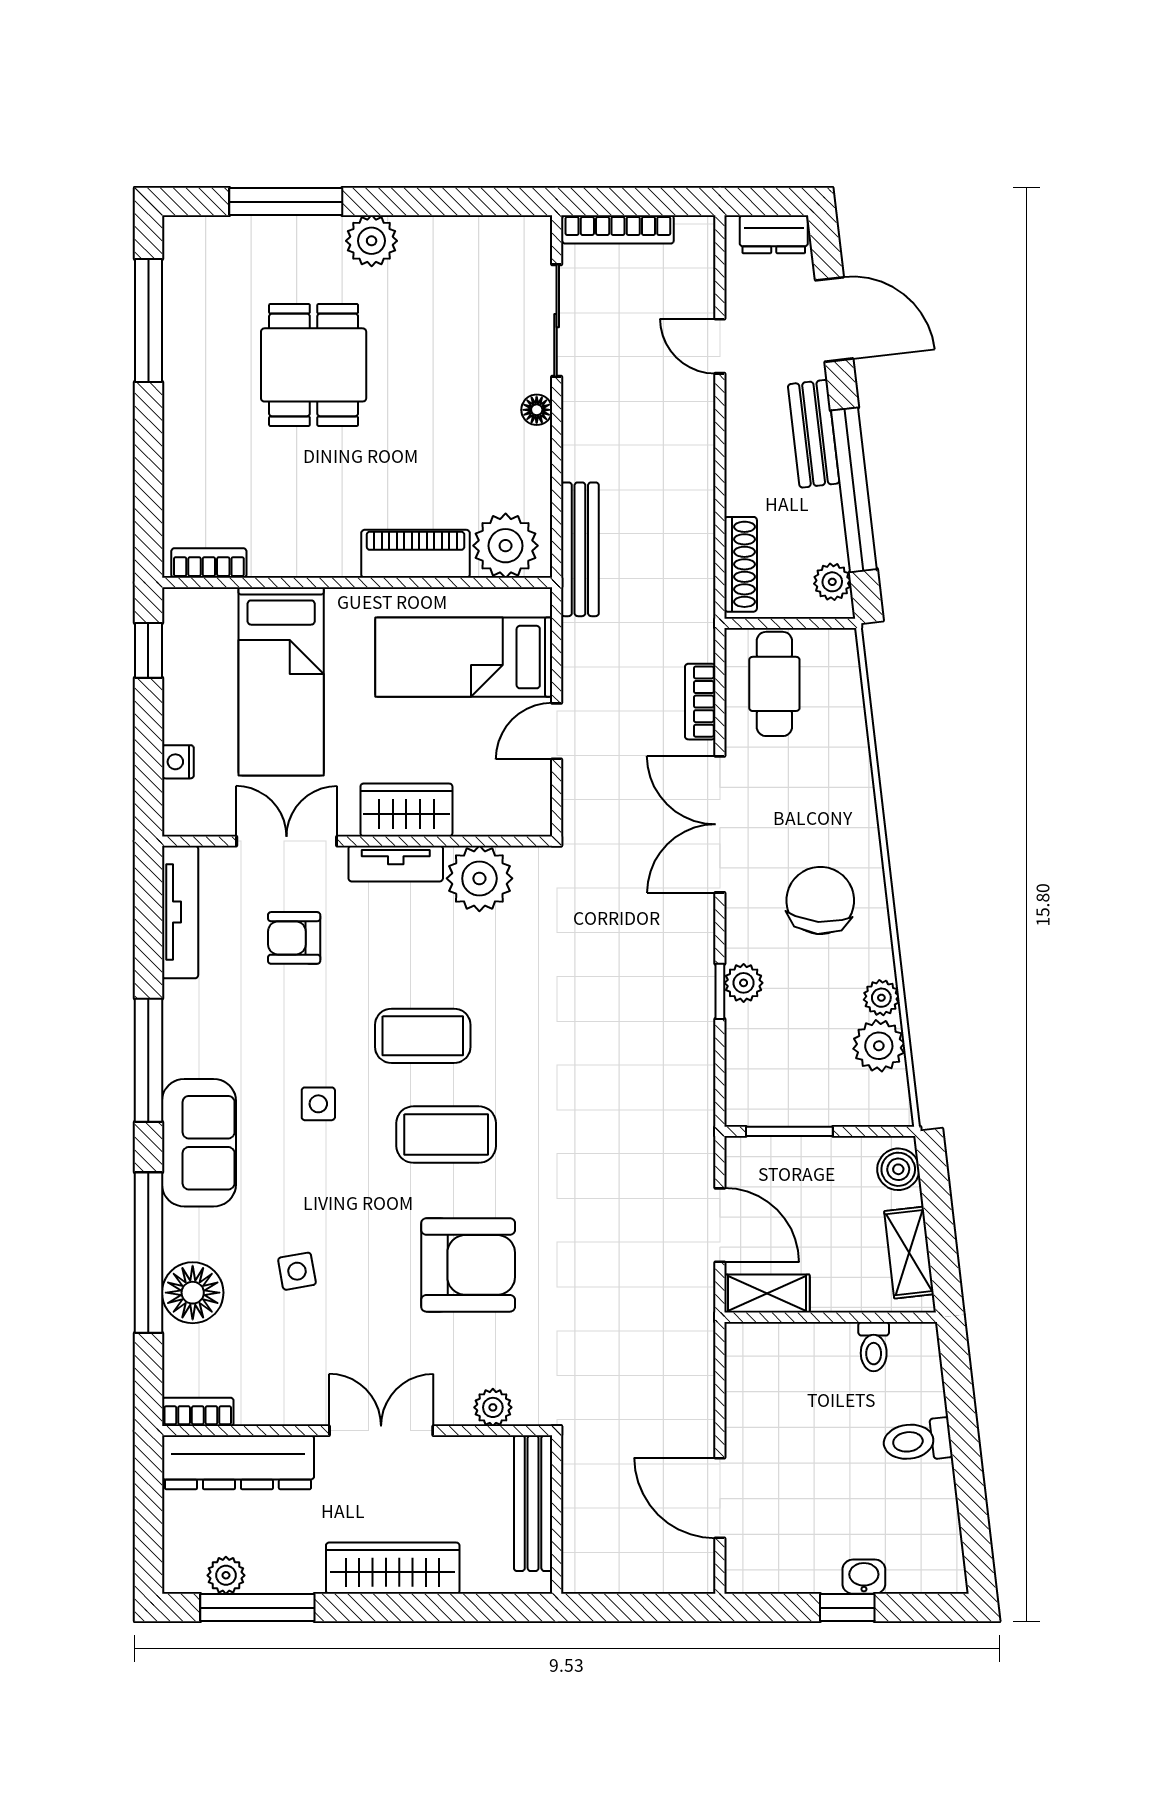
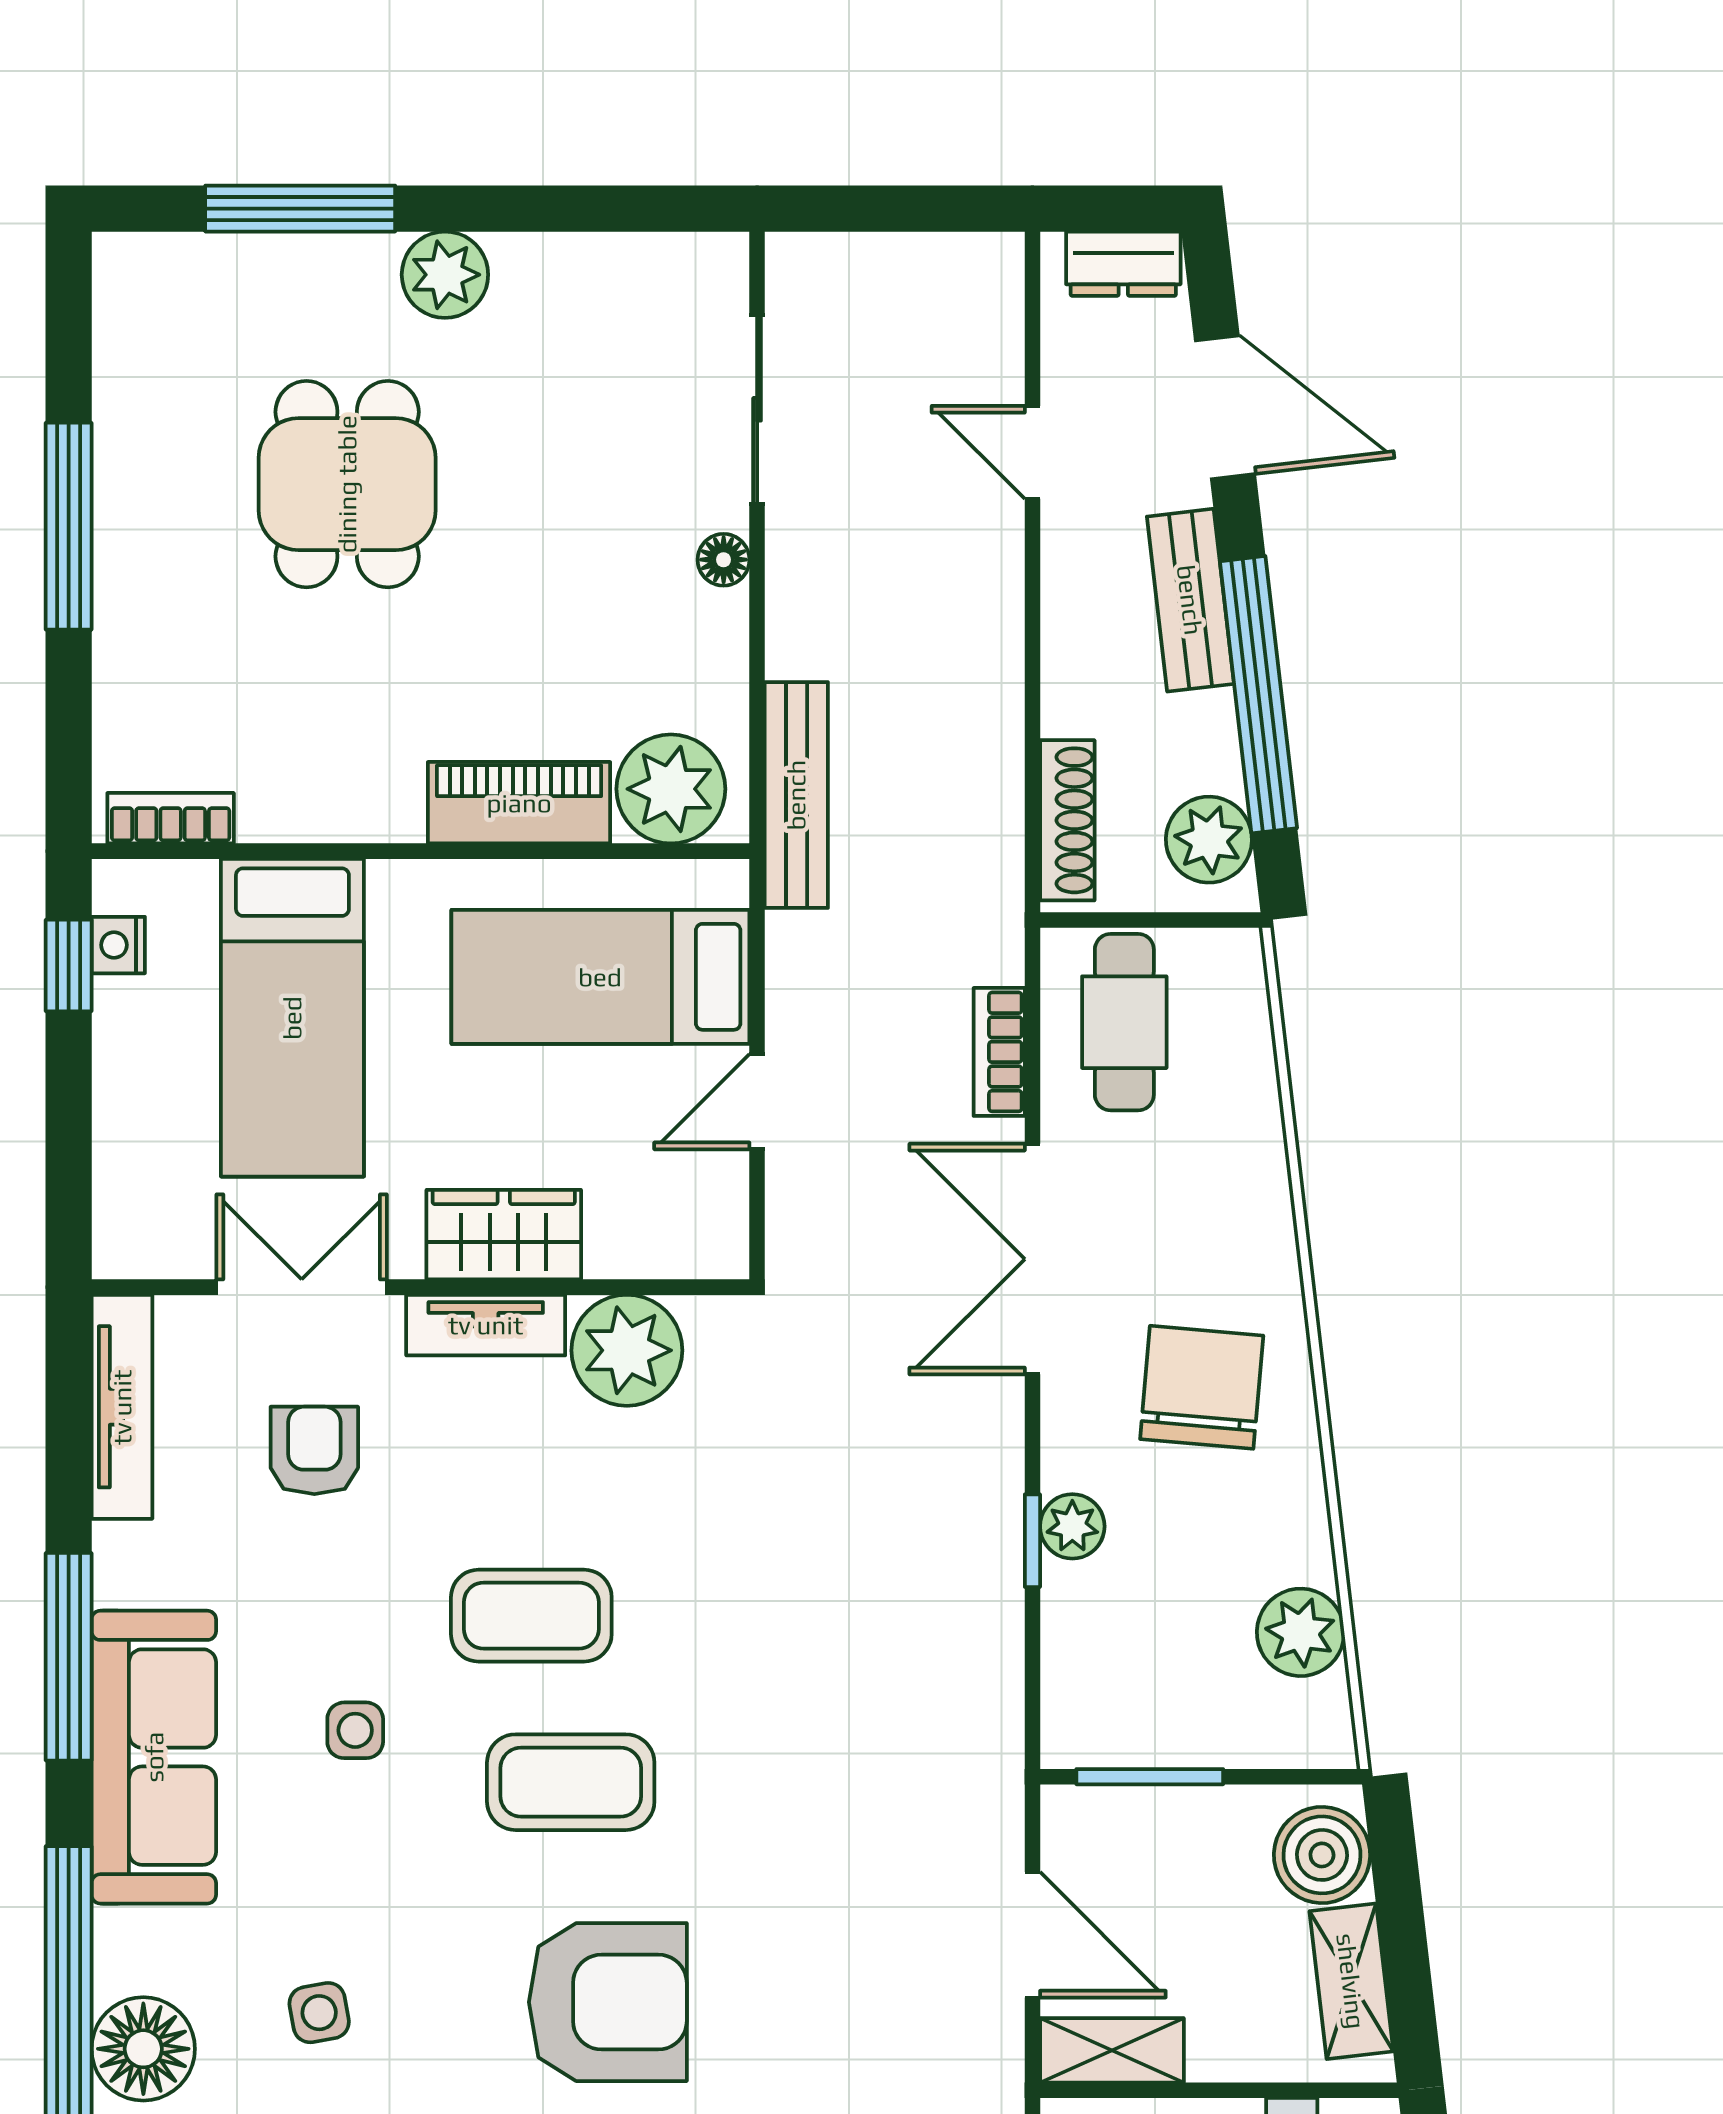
bookcase: (618, 229) -> (860, 256), removed
window: (148, 321) -> (69, 526), moved
plant: (832, 582) -> (1209, 840), width x1.38, depth x1.38
nightstand: (178, 762) -> (118, 945), moved
armchair: (294, 938) -> (314, 1450), turned 90
plant: (881, 998) -> (1305, 1551), removed
sofa: (199, 1143) -> (154, 1757), width x1.36
boiler: (898, 1169) -> (1322, 1855), width x1.36, depth x1.36

